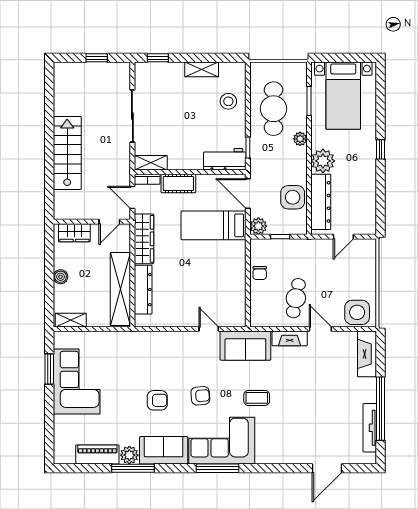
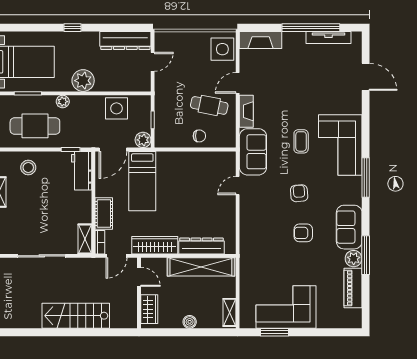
dresser: (321, 202) -> (125, 40), moved, turned 180
door: (343, 237) -> (153, 62), hinge flipped
chair: (260, 273) -> (199, 136), moved
armchair: (157, 400) -> (303, 233), turned -90
corner sofa: (222, 441) -> (340, 145), moved

